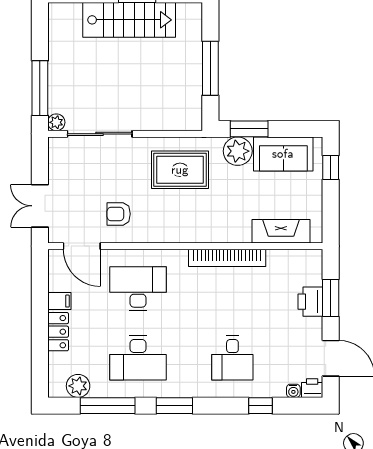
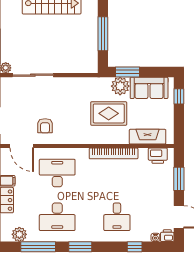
rug: (180, 170) -> (109, 113), moved
armchair: (119, 214) -> (45, 126), turned -90
printer: (310, 302) -> (158, 156), moved, turned -90

